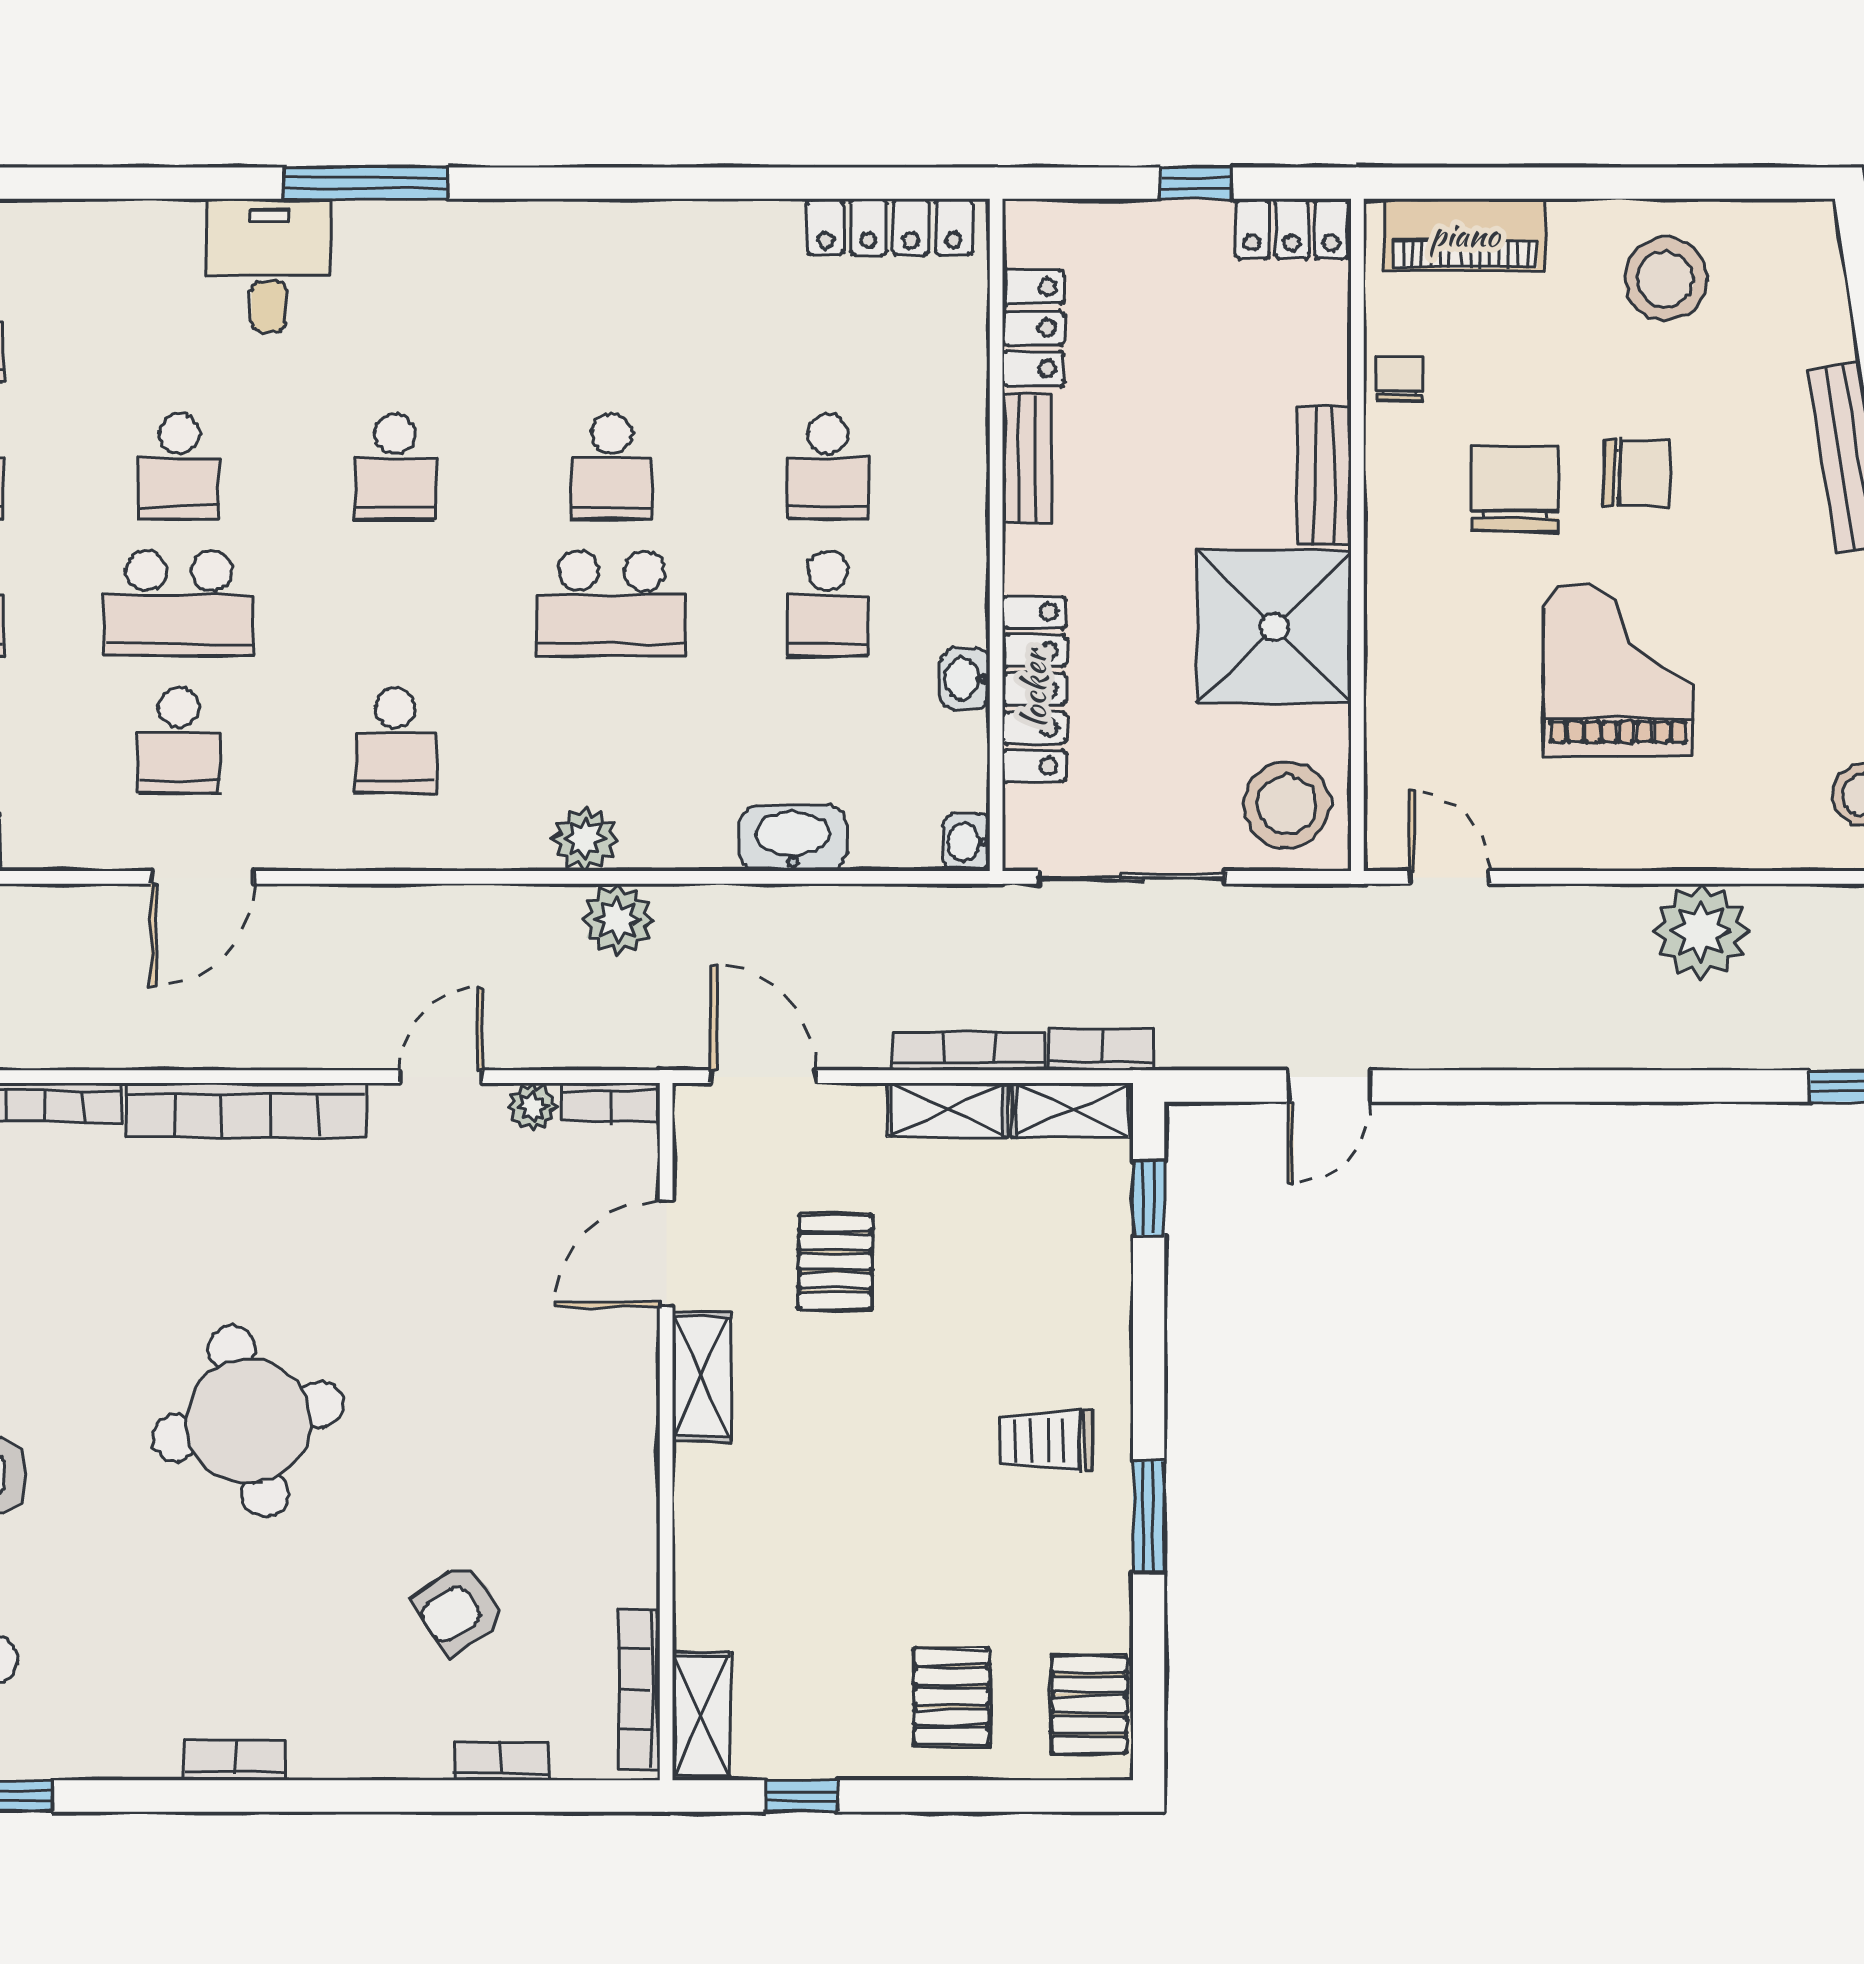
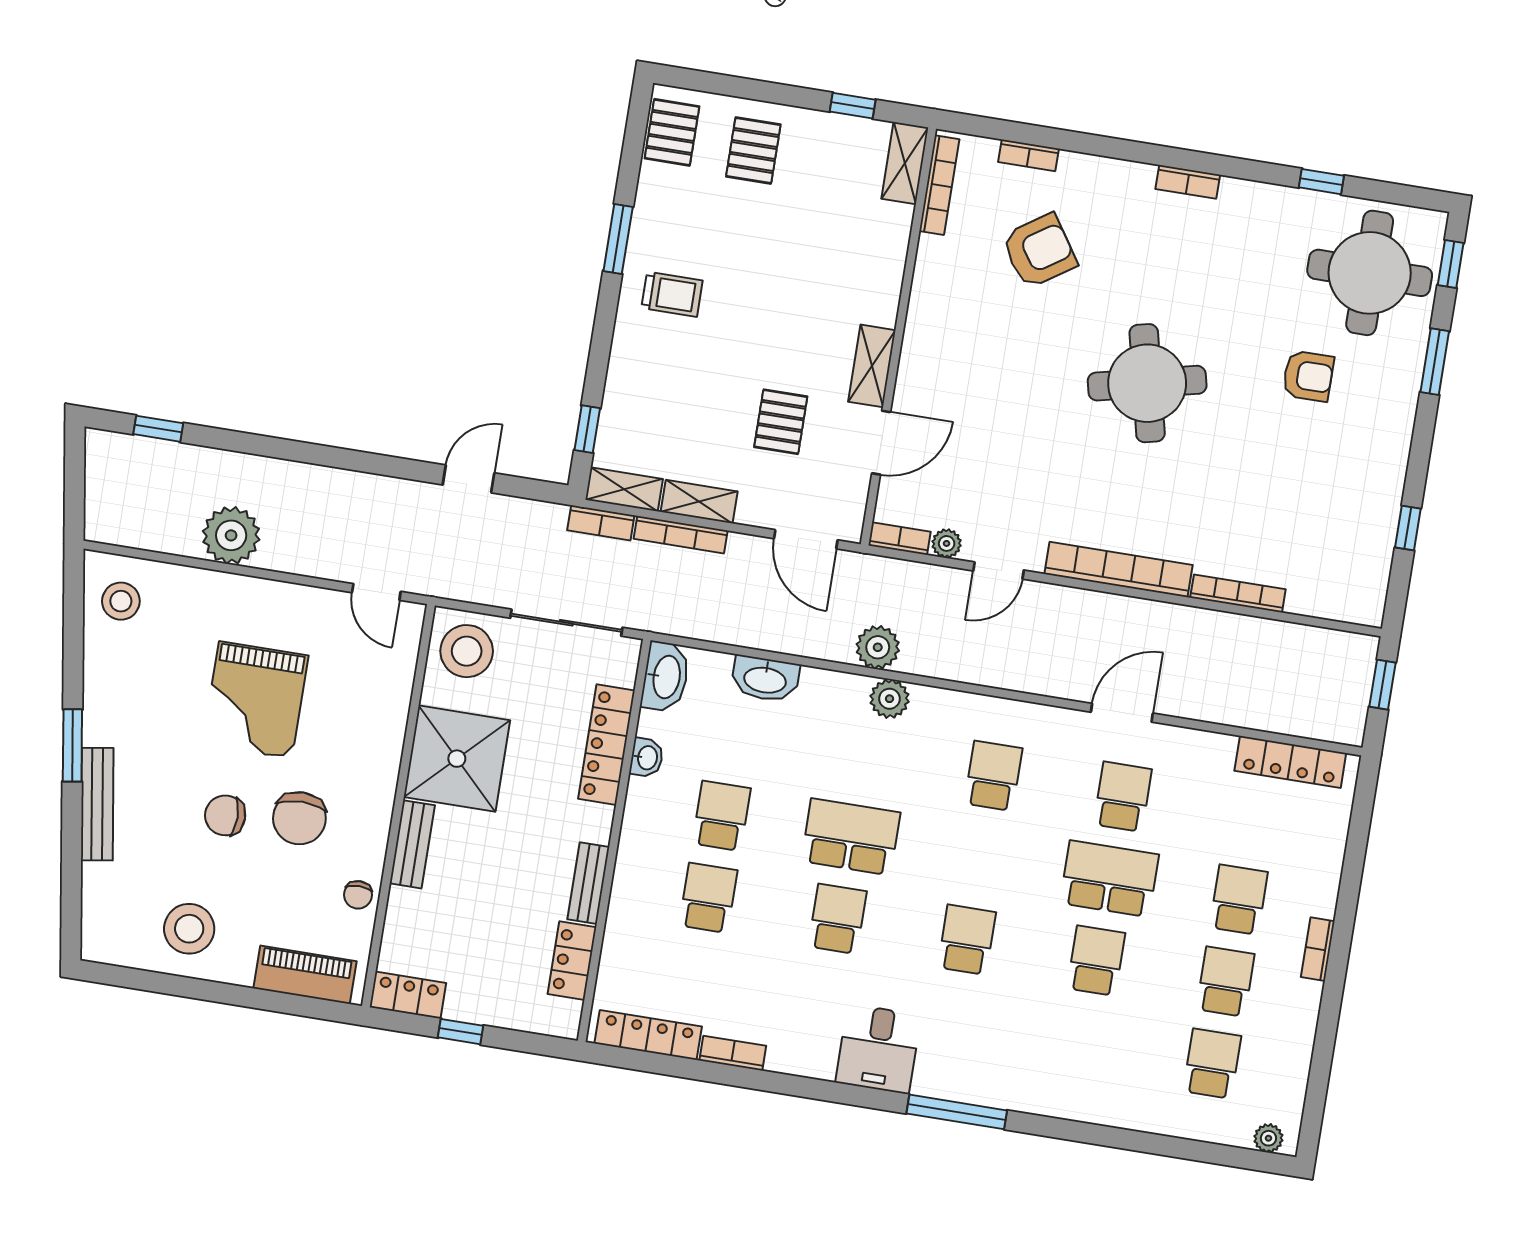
bookcase: (747, 220) -> (733, 1053), added
desk: (269, 265) -> (878, 1049), moved
washbasin: (966, 842) -> (665, 677), width x1.91, depth x1.45
armchair: (459, 1608) -> (1039, 251), width x1.38, depth x1.38

